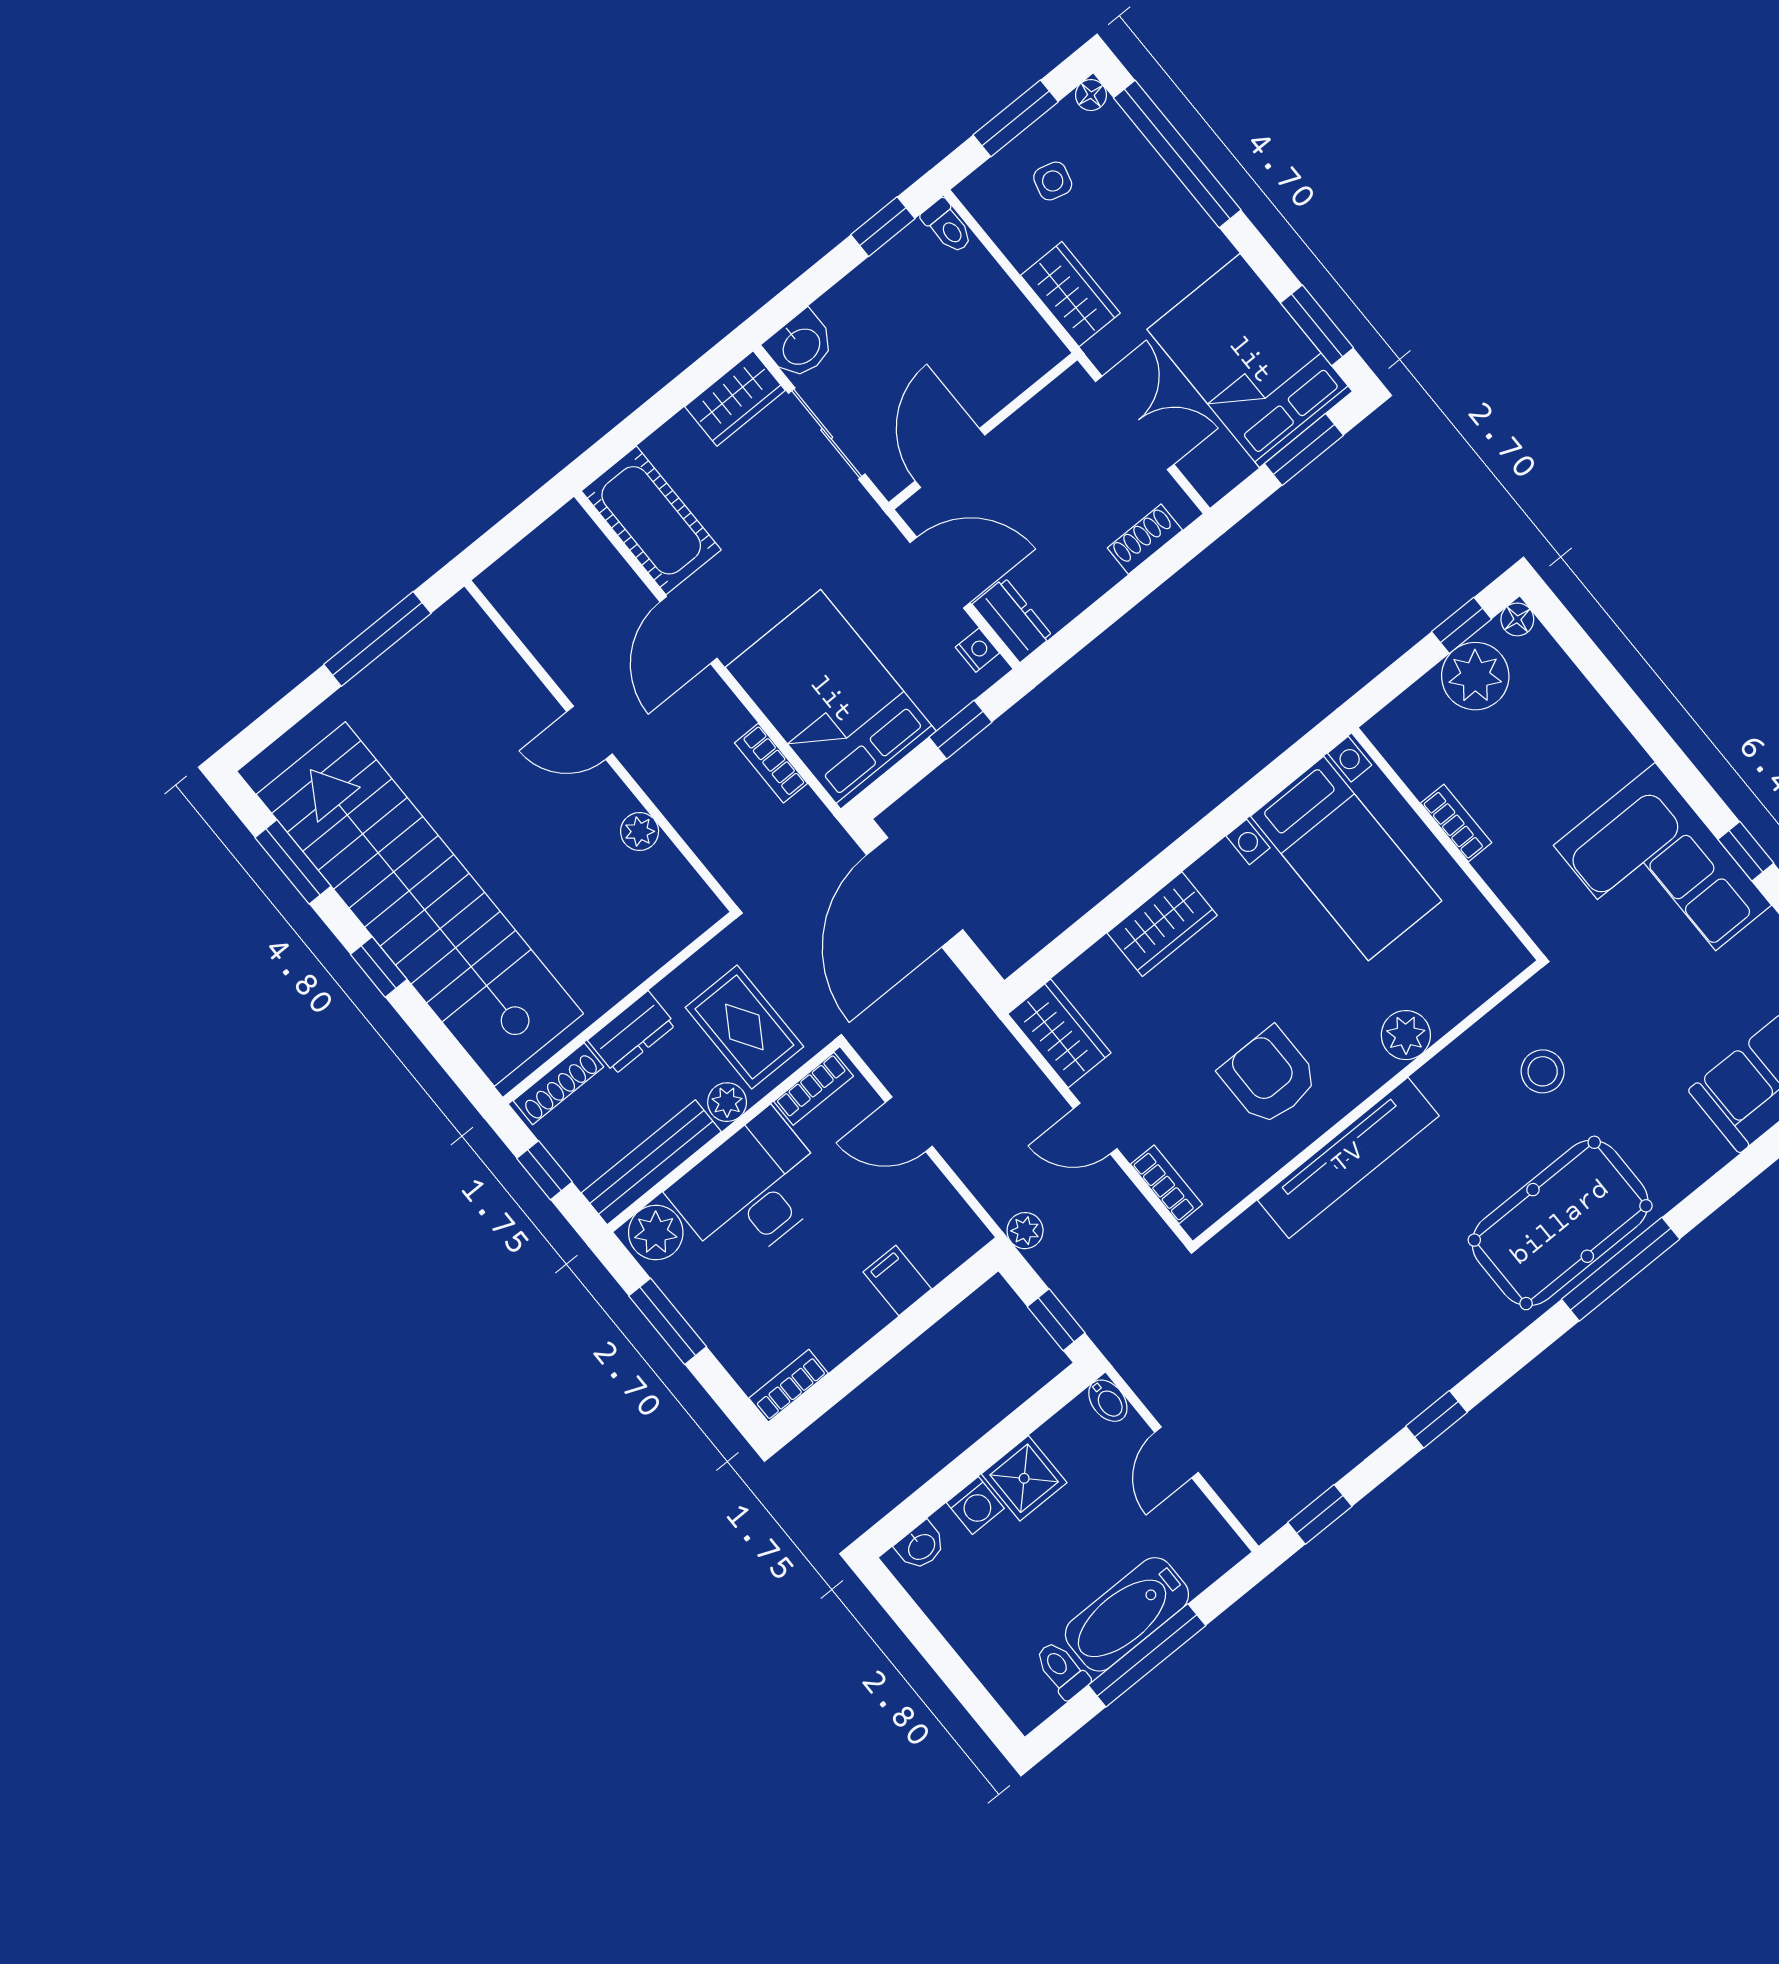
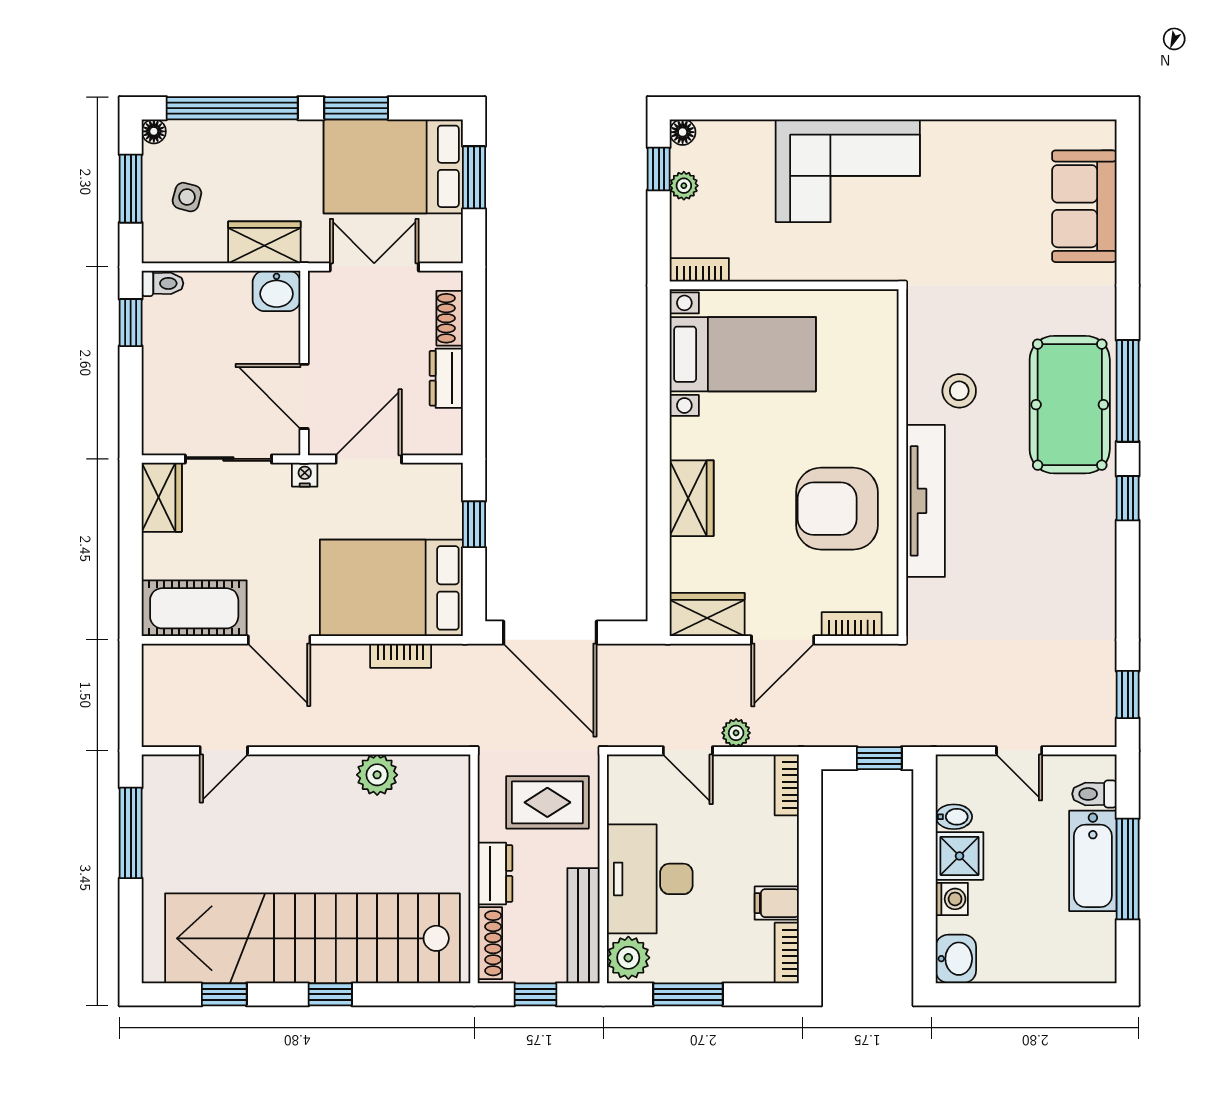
window: (1317, 325) -> (356, 108), moved
washbasin: (800, 345) -> (277, 291), moved, turned 90
dresser: (1012, 620) -> (446, 378), moved, turned -90
nightstand: (977, 650) -> (305, 475), moved
plant: (1475, 676) -> (684, 186), width x0.53, depth x0.53
door: (590, 733) -> (224, 751), moved
bookcase: (1456, 823) -> (699, 270), moved
plant: (640, 831) -> (377, 775), width x1.38, depth x1.38
window: (1746, 851) -> (936, 108), removed
window: (293, 862) -> (224, 994), width x0.67
corner sofa: (1662, 875) -> (848, 171), moved
plant: (1406, 1035) -> (879, 405), removed
stool: (1543, 1071) -> (959, 391), moved
armchair: (1269, 1076) -> (837, 509), width x1.36, depth x1.36
bookcase: (814, 1089) -> (787, 785), moved, turned 180
plant: (727, 1102) -> (584, 850), removed
door: (909, 1124) -> (688, 751), hinge flipped
door: (1095, 1129) -> (783, 640), width x1.38
plant: (1025, 1231) -> (736, 733), moved
filing cabinet: (897, 1280) -> (777, 903), moved
bidet: (1108, 1401) -> (954, 817), moved
window: (1437, 1419) -> (1128, 498), moved
washbasin: (921, 1546) -> (956, 959), width x1.38, depth x1.45
toilet: (1062, 1670) -> (1094, 794), moved

